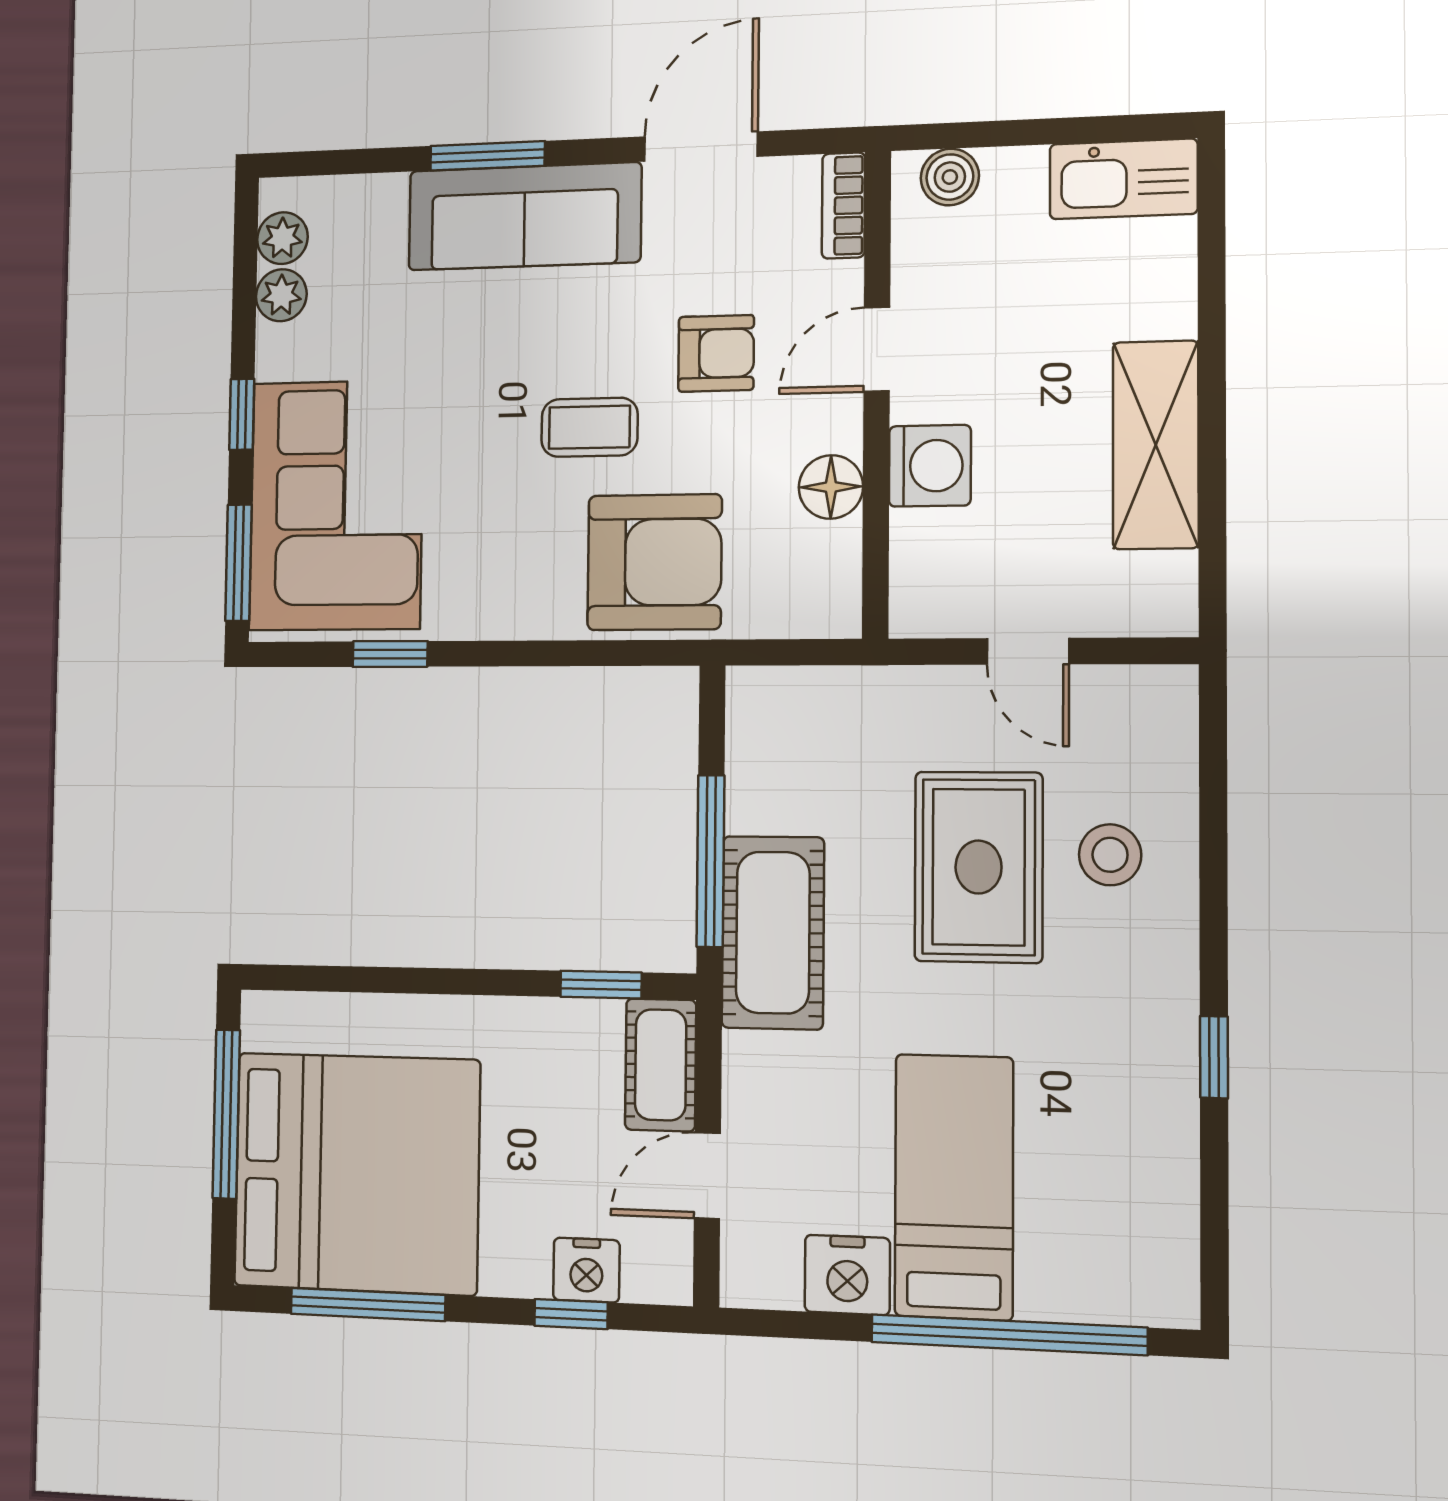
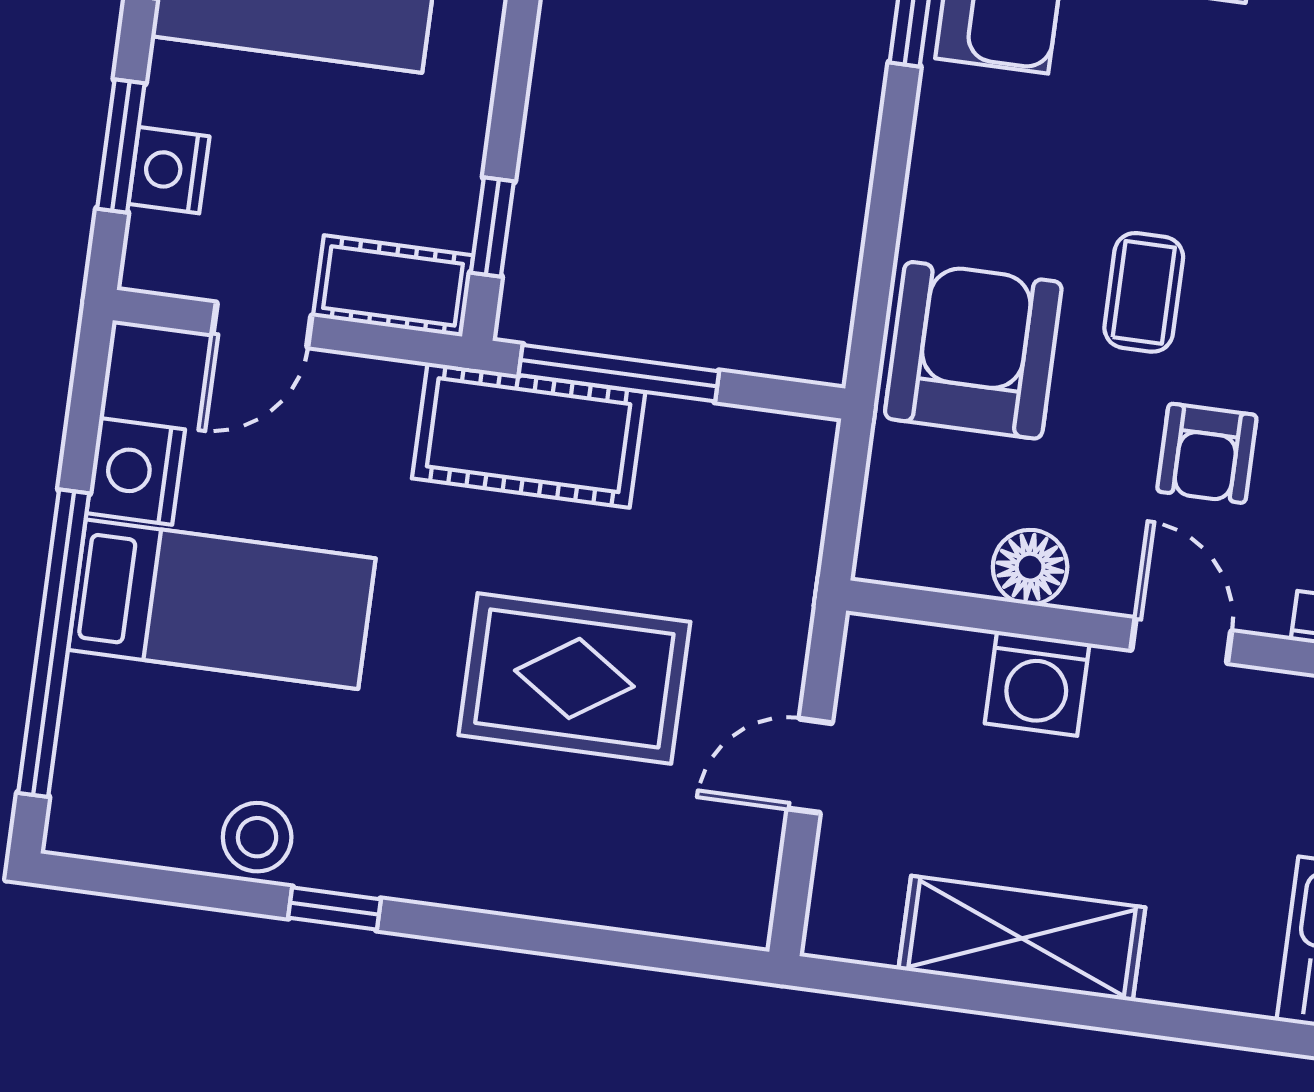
armchair: (654, 562) -> (973, 350), turned 180
stool: (1110, 855) -> (257, 837), moved
door: (707, 1176) -> (262, 325), swing flipped
window: (571, 1314) -> (121, 146), width x1.50

